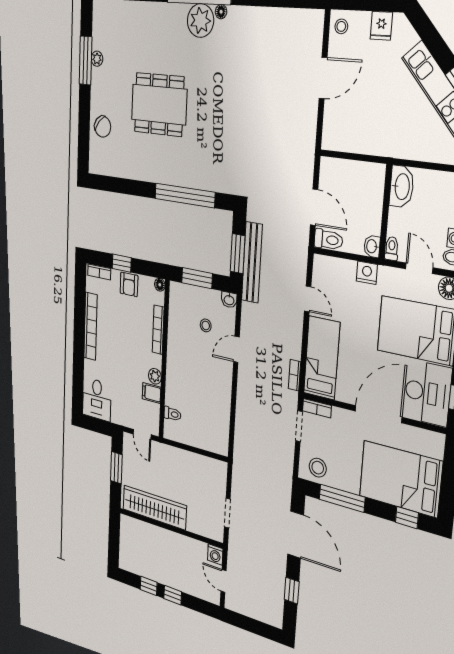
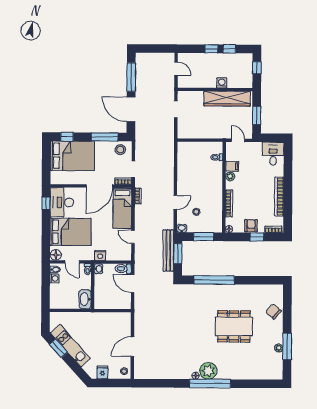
door: (378, 414) -> (99, 186), moved
window: (114, 543) -> (257, 68), added
washing machine: (215, 554) -> (222, 83), moved
window: (292, 591) -> (131, 77), width x2.17

